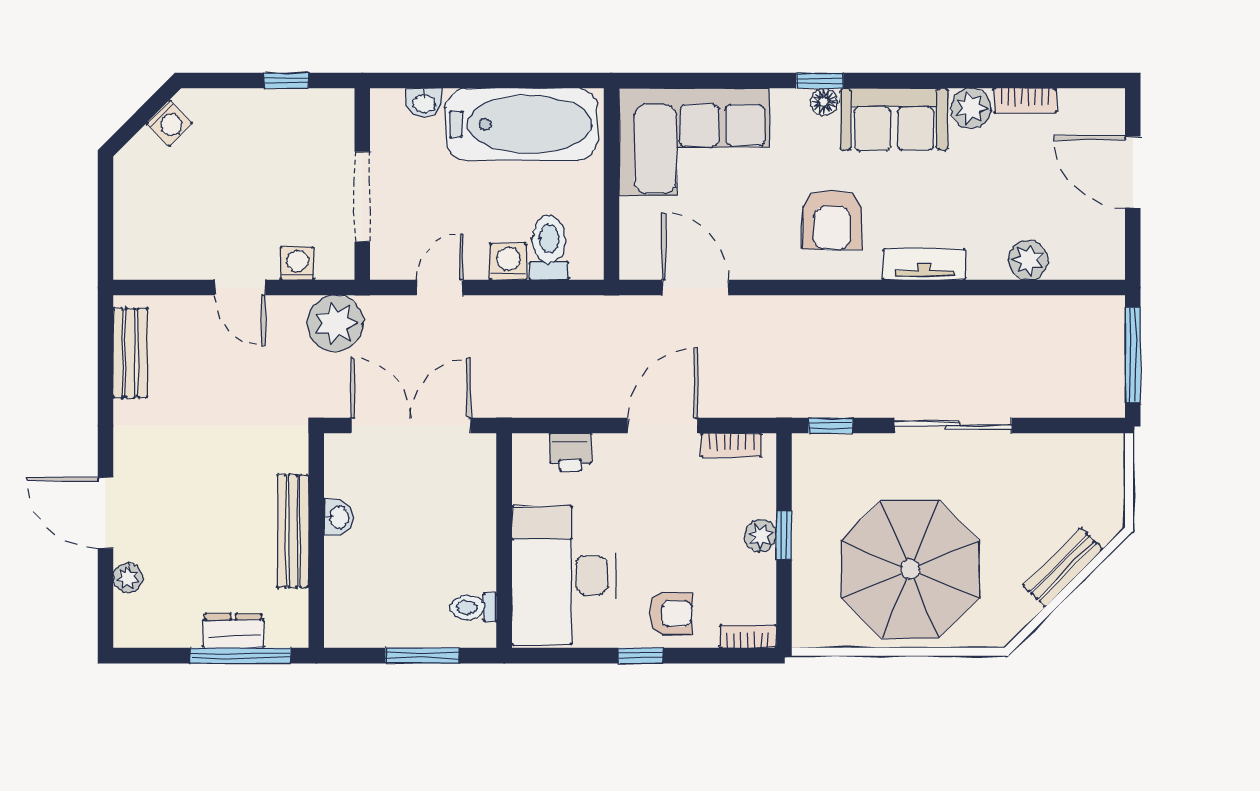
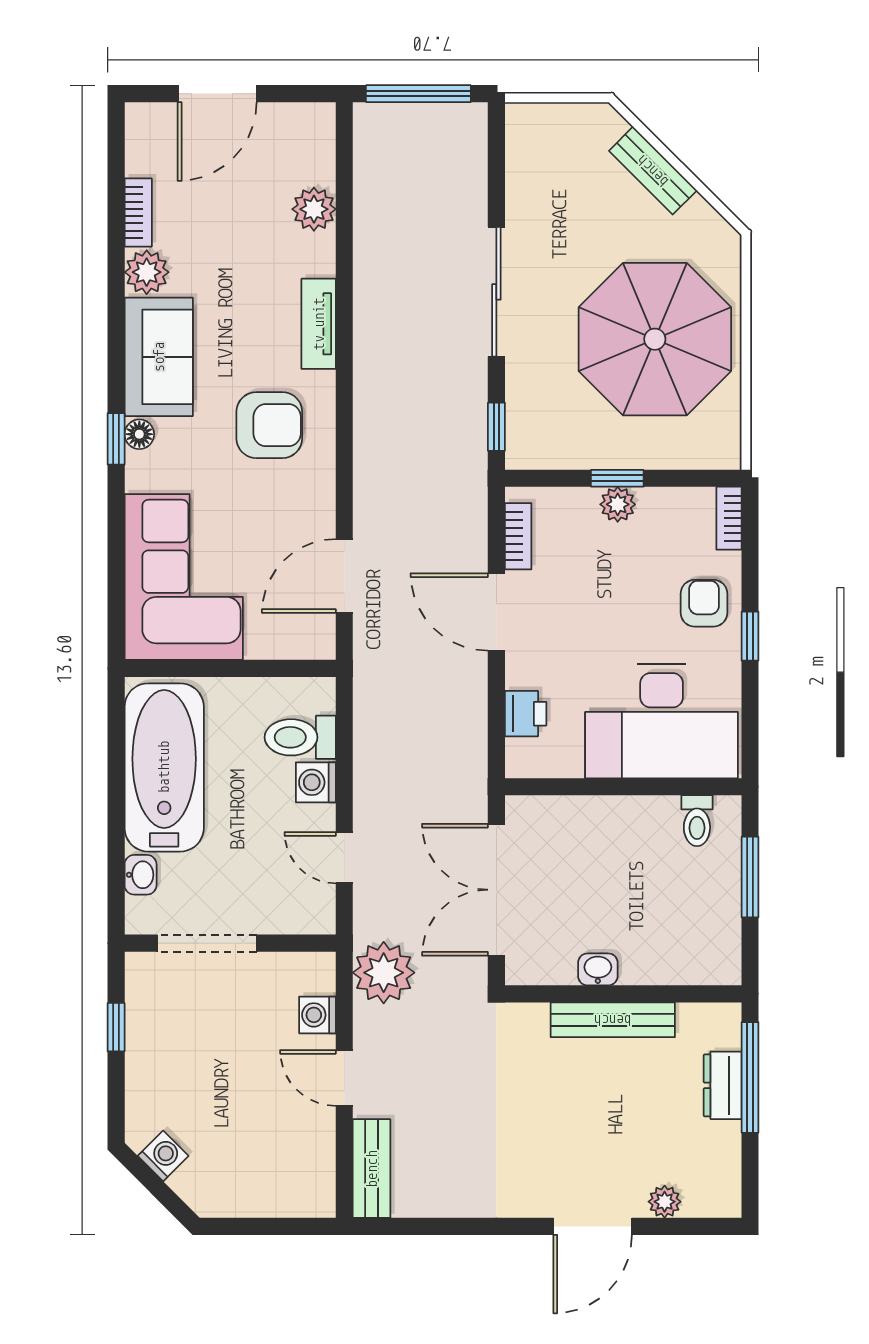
doorway: (362, 197) -> (207, 943), moved
door: (240, 288) -> (344, 1078), swing flipped
bench: (130, 353) -> (372, 1169), moved, turned 90

